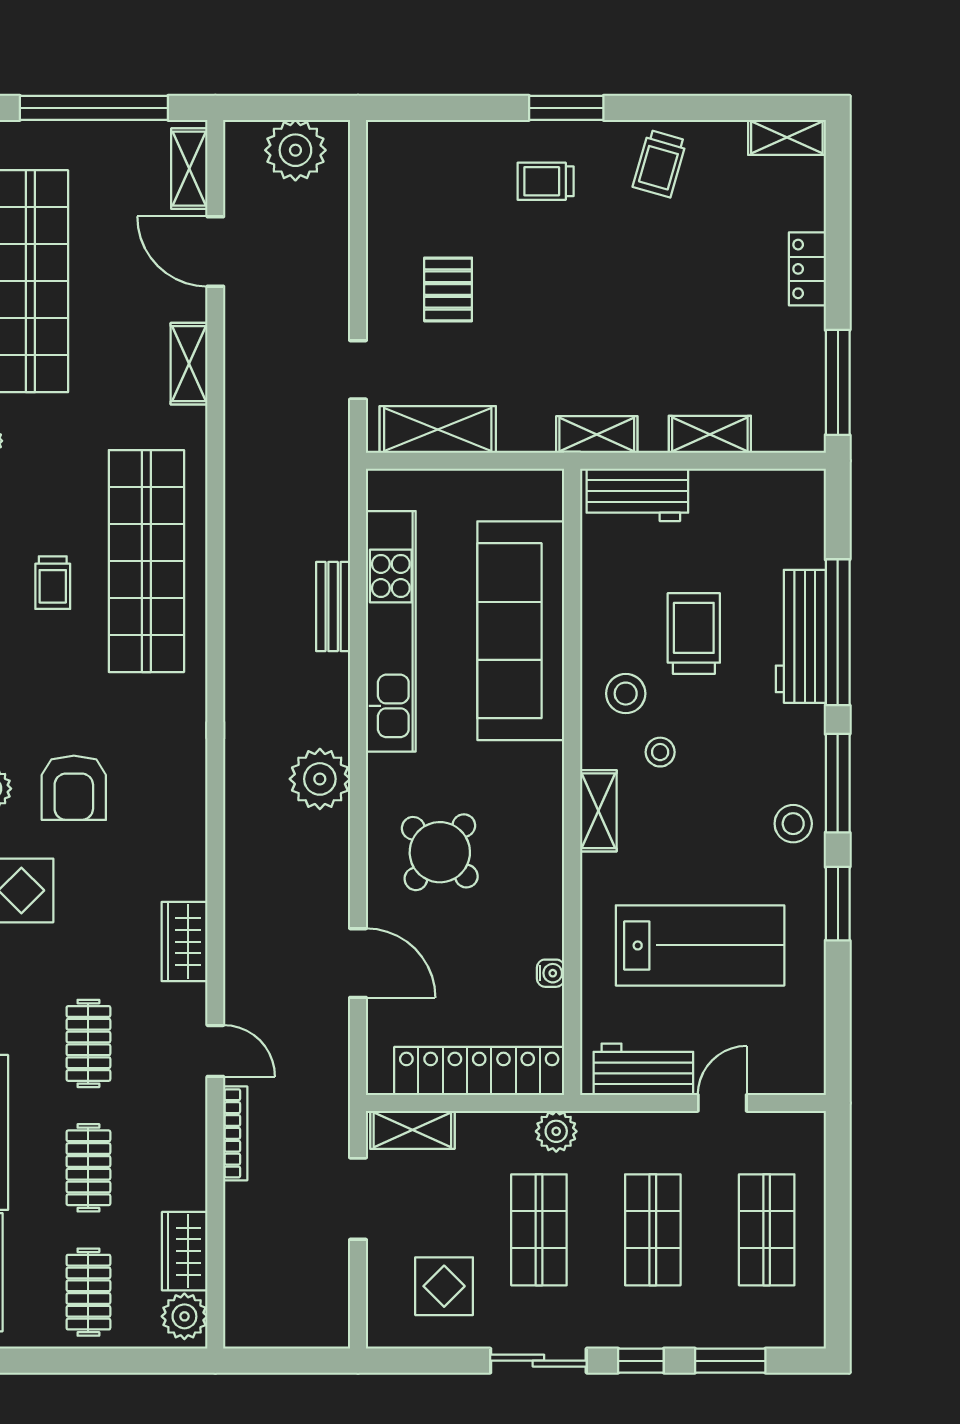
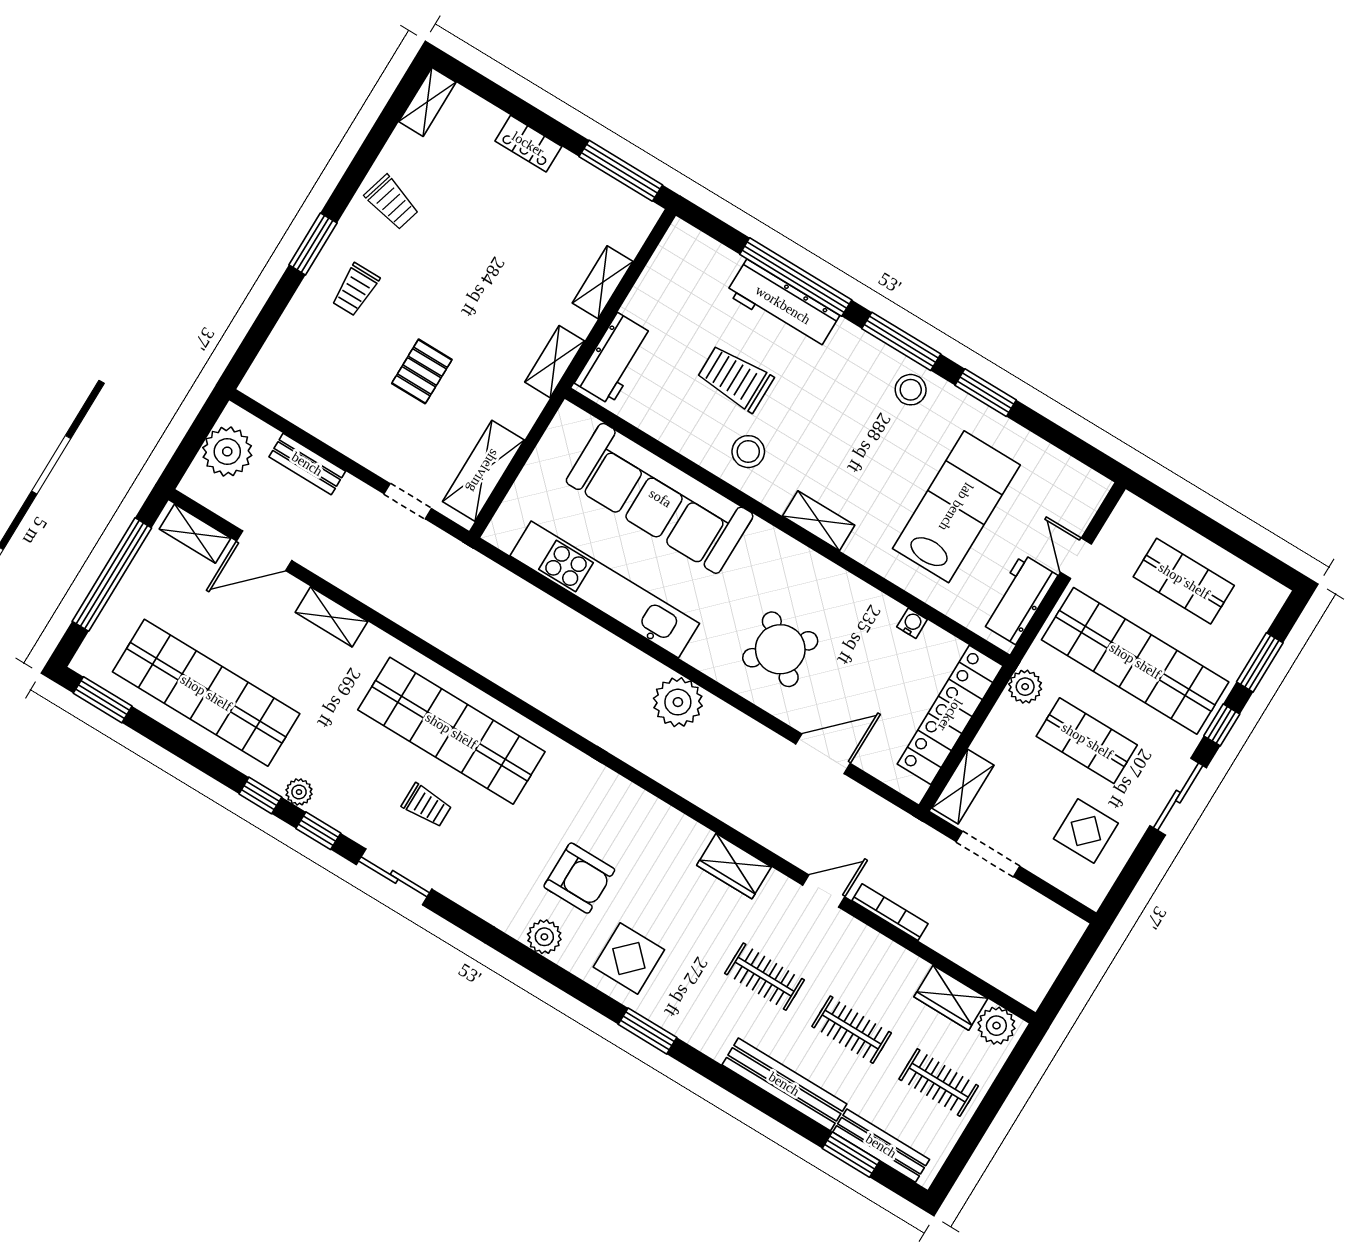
pallet: (448, 289) -> (422, 371), moved, turned 90
bench: (333, 607) -> (307, 464), moved
stool: (660, 752) -> (804, 452), removed
shop shelf: (653, 1230) -> (1135, 661), width x2.00, depth x1.36

